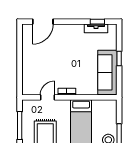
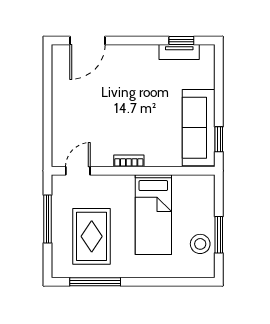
window: (119, 59) -> (219, 139), moved
door: (47, 97) -> (78, 171), moved

